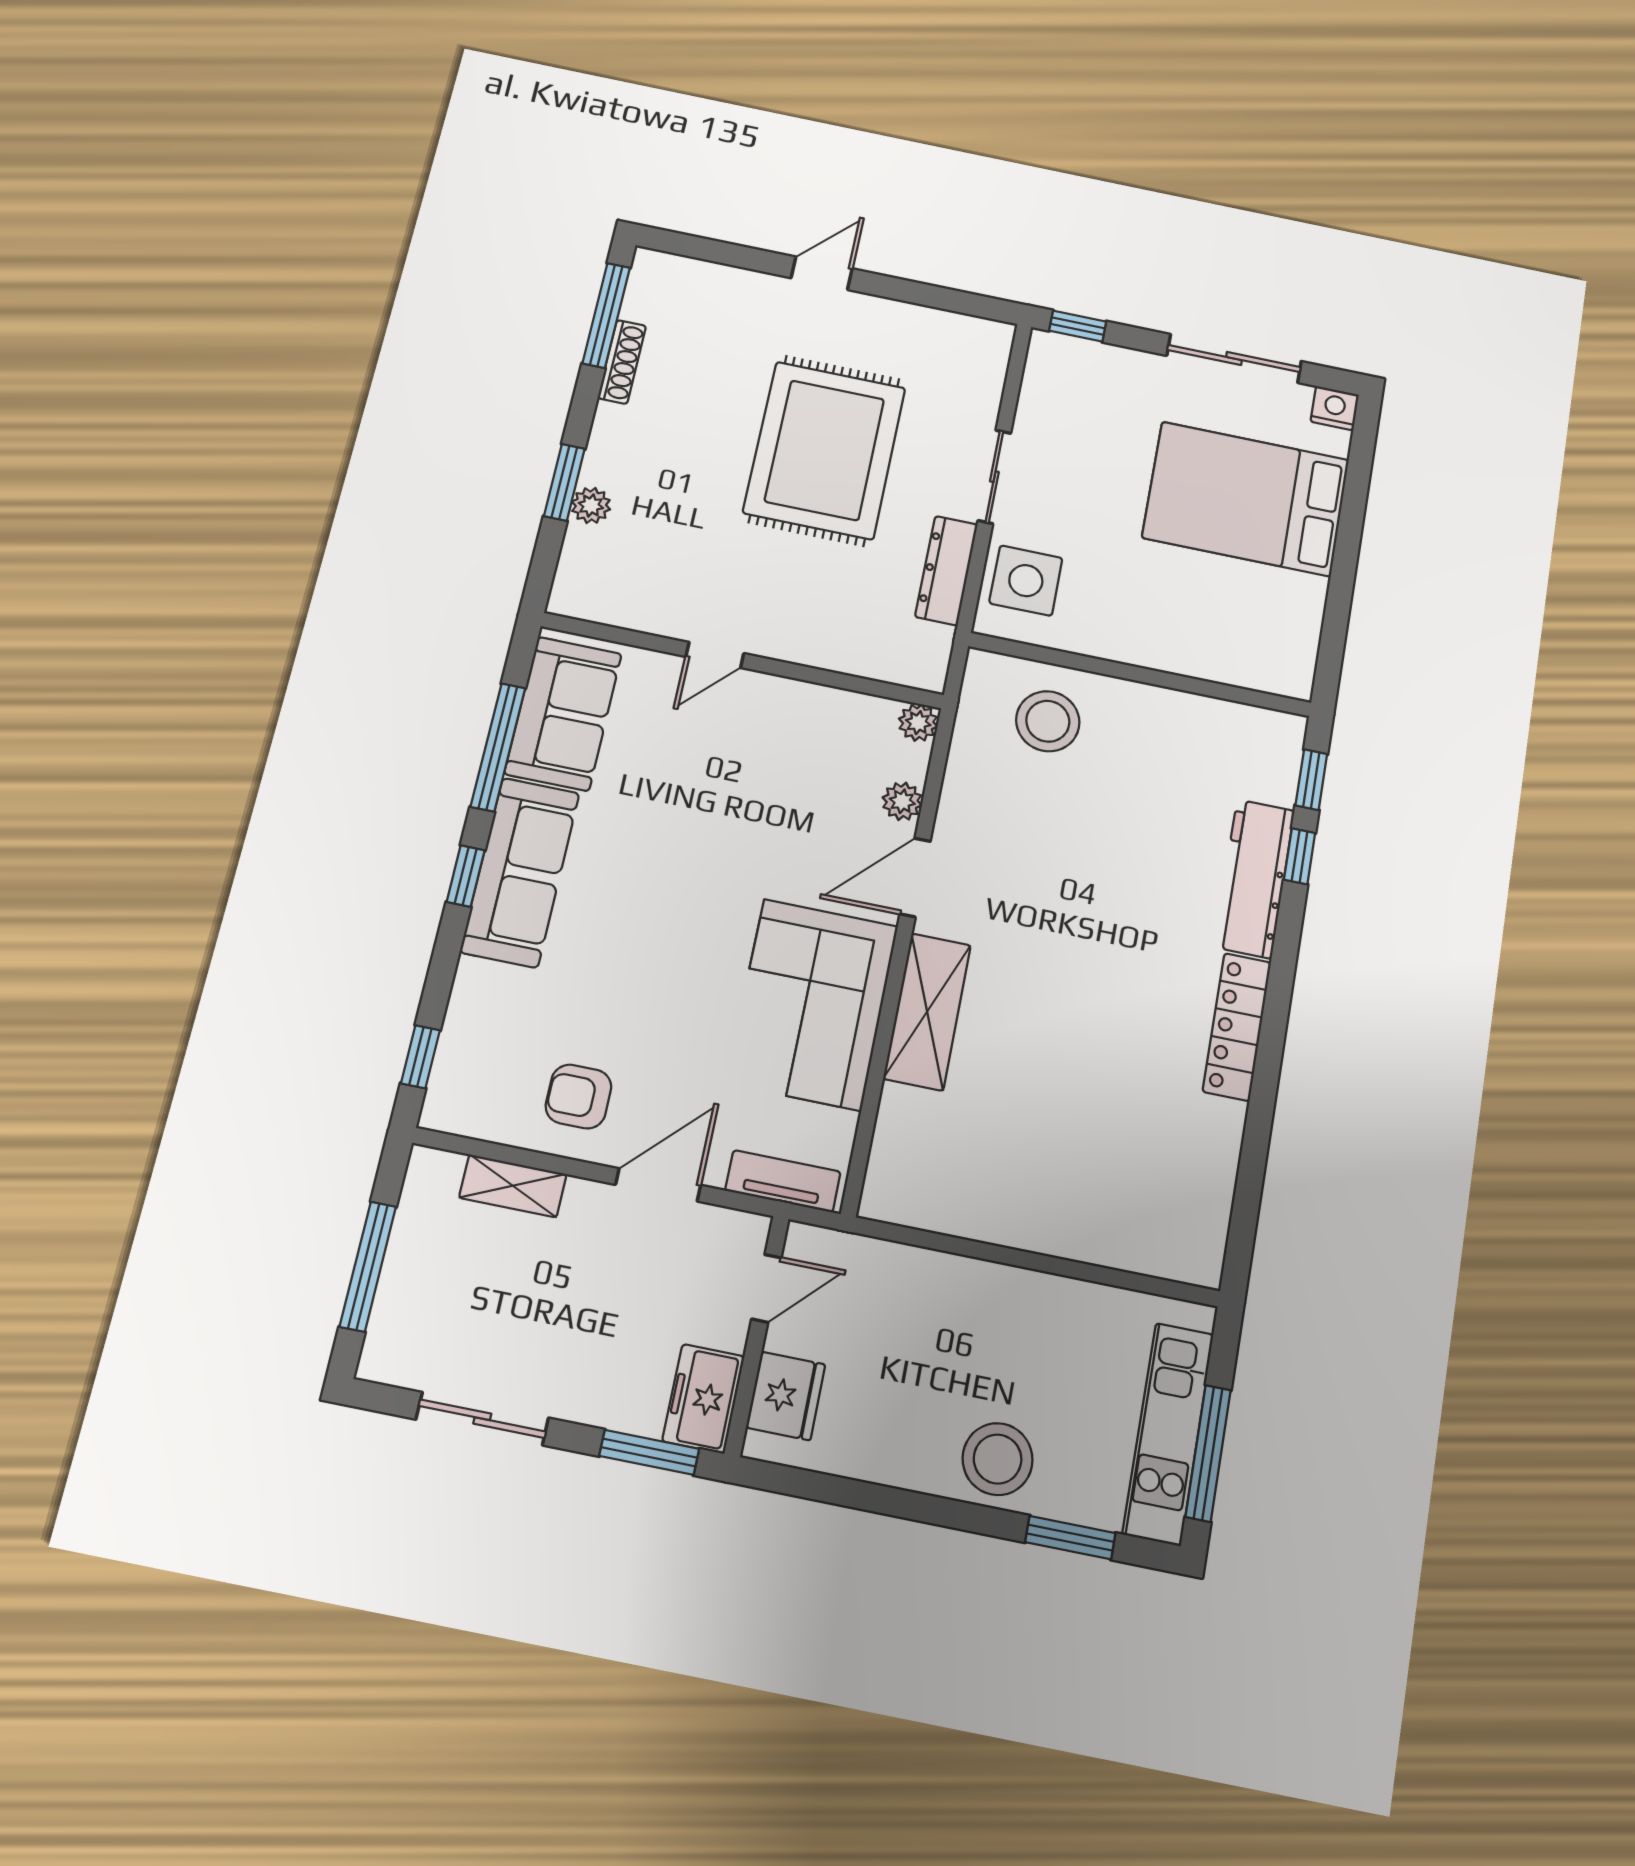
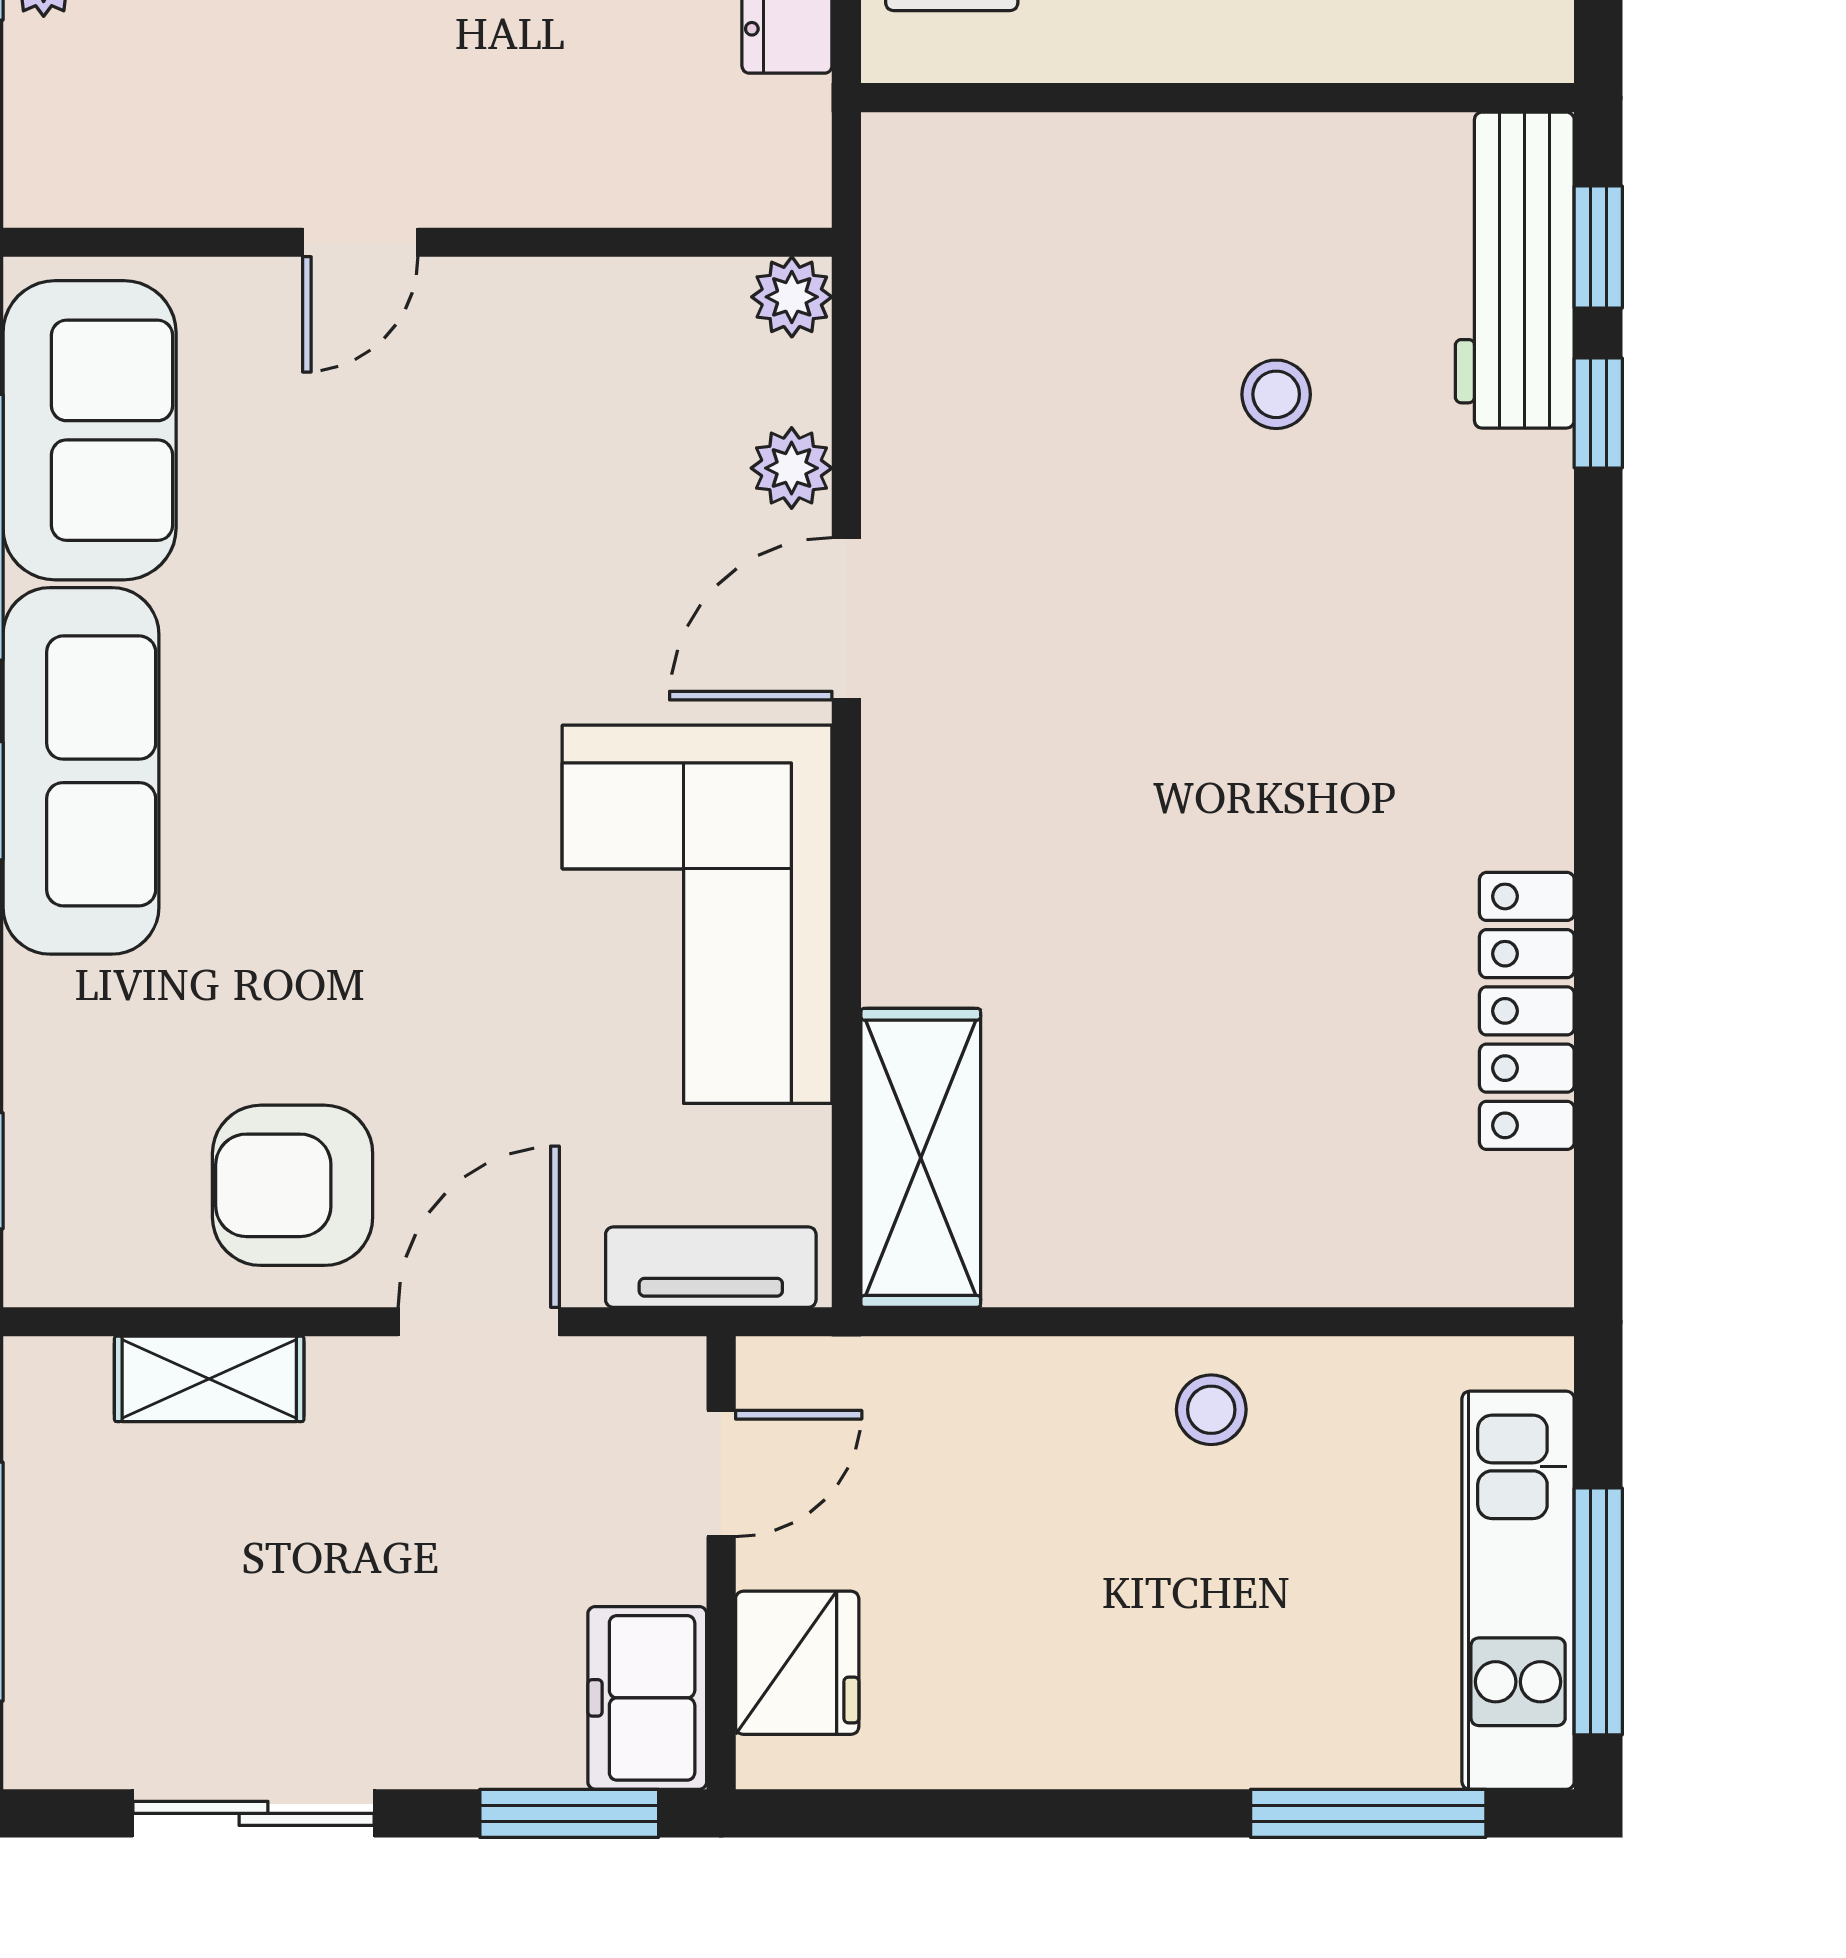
stool: (1048, 721) -> (1276, 394), moved, width x0.53, depth x0.53
workbench: (1254, 878) -> (1515, 270), moved
shelving: (927, 1012) -> (921, 1158), moved
locker: (1237, 1027) -> (1527, 1011), moved
armchair: (578, 1096) -> (293, 1185), width x1.38, depth x1.38
stool: (998, 1459) -> (1211, 1410), moved, width x0.53, depth x0.53
window: (1070, 1538) -> (1368, 1813), width x1.44

